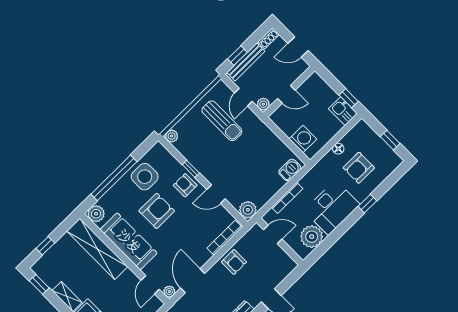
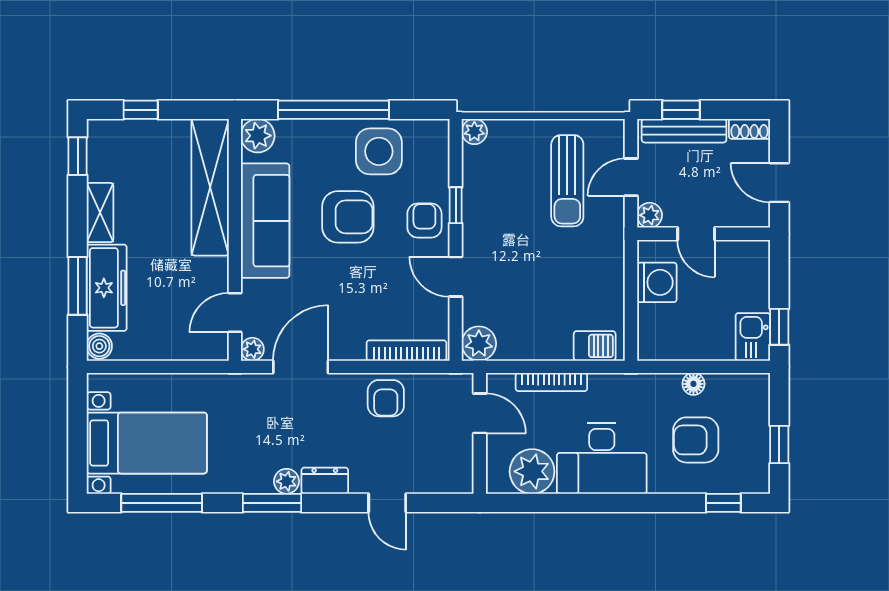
washing machine: (303, 139) -> (657, 282), moved
window: (367, 204) -> (723, 503), moved

